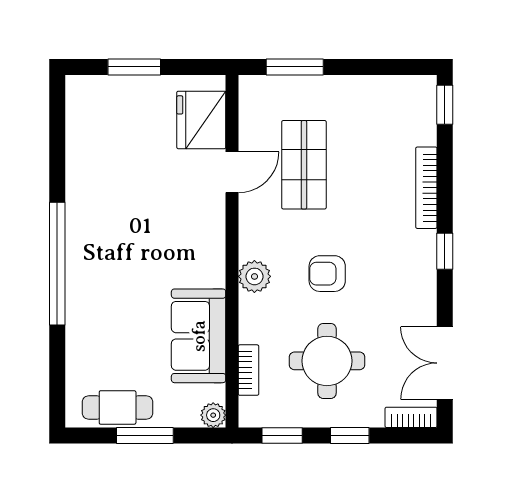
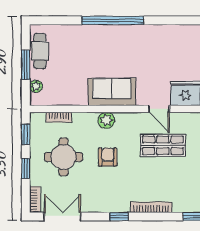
sofa: (199, 336) -> (112, 92), moved
plant: (213, 415) -> (36, 86), moved

